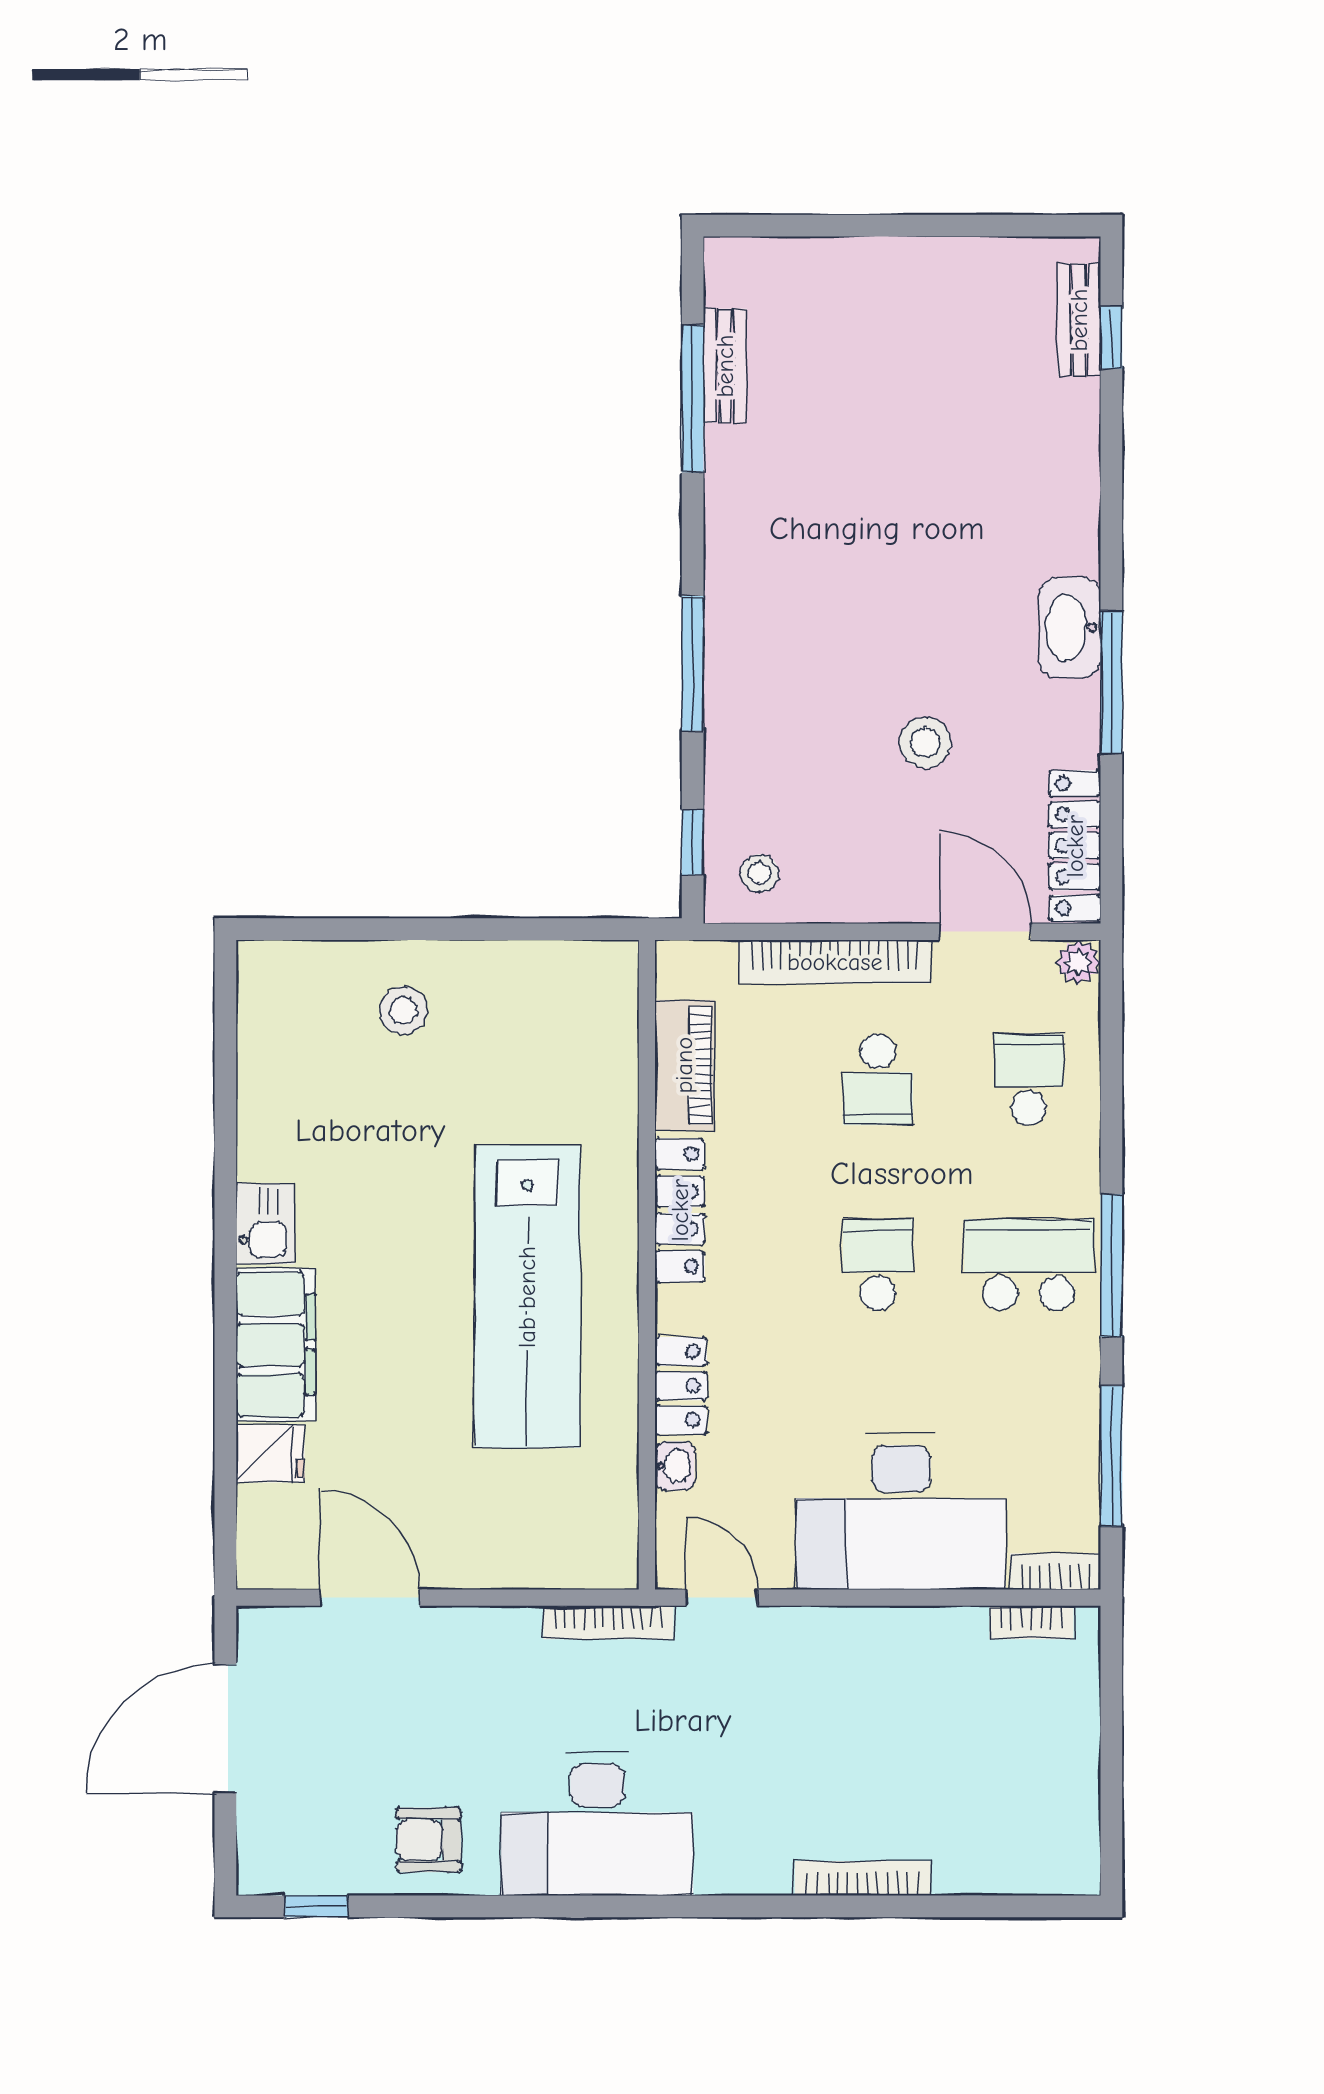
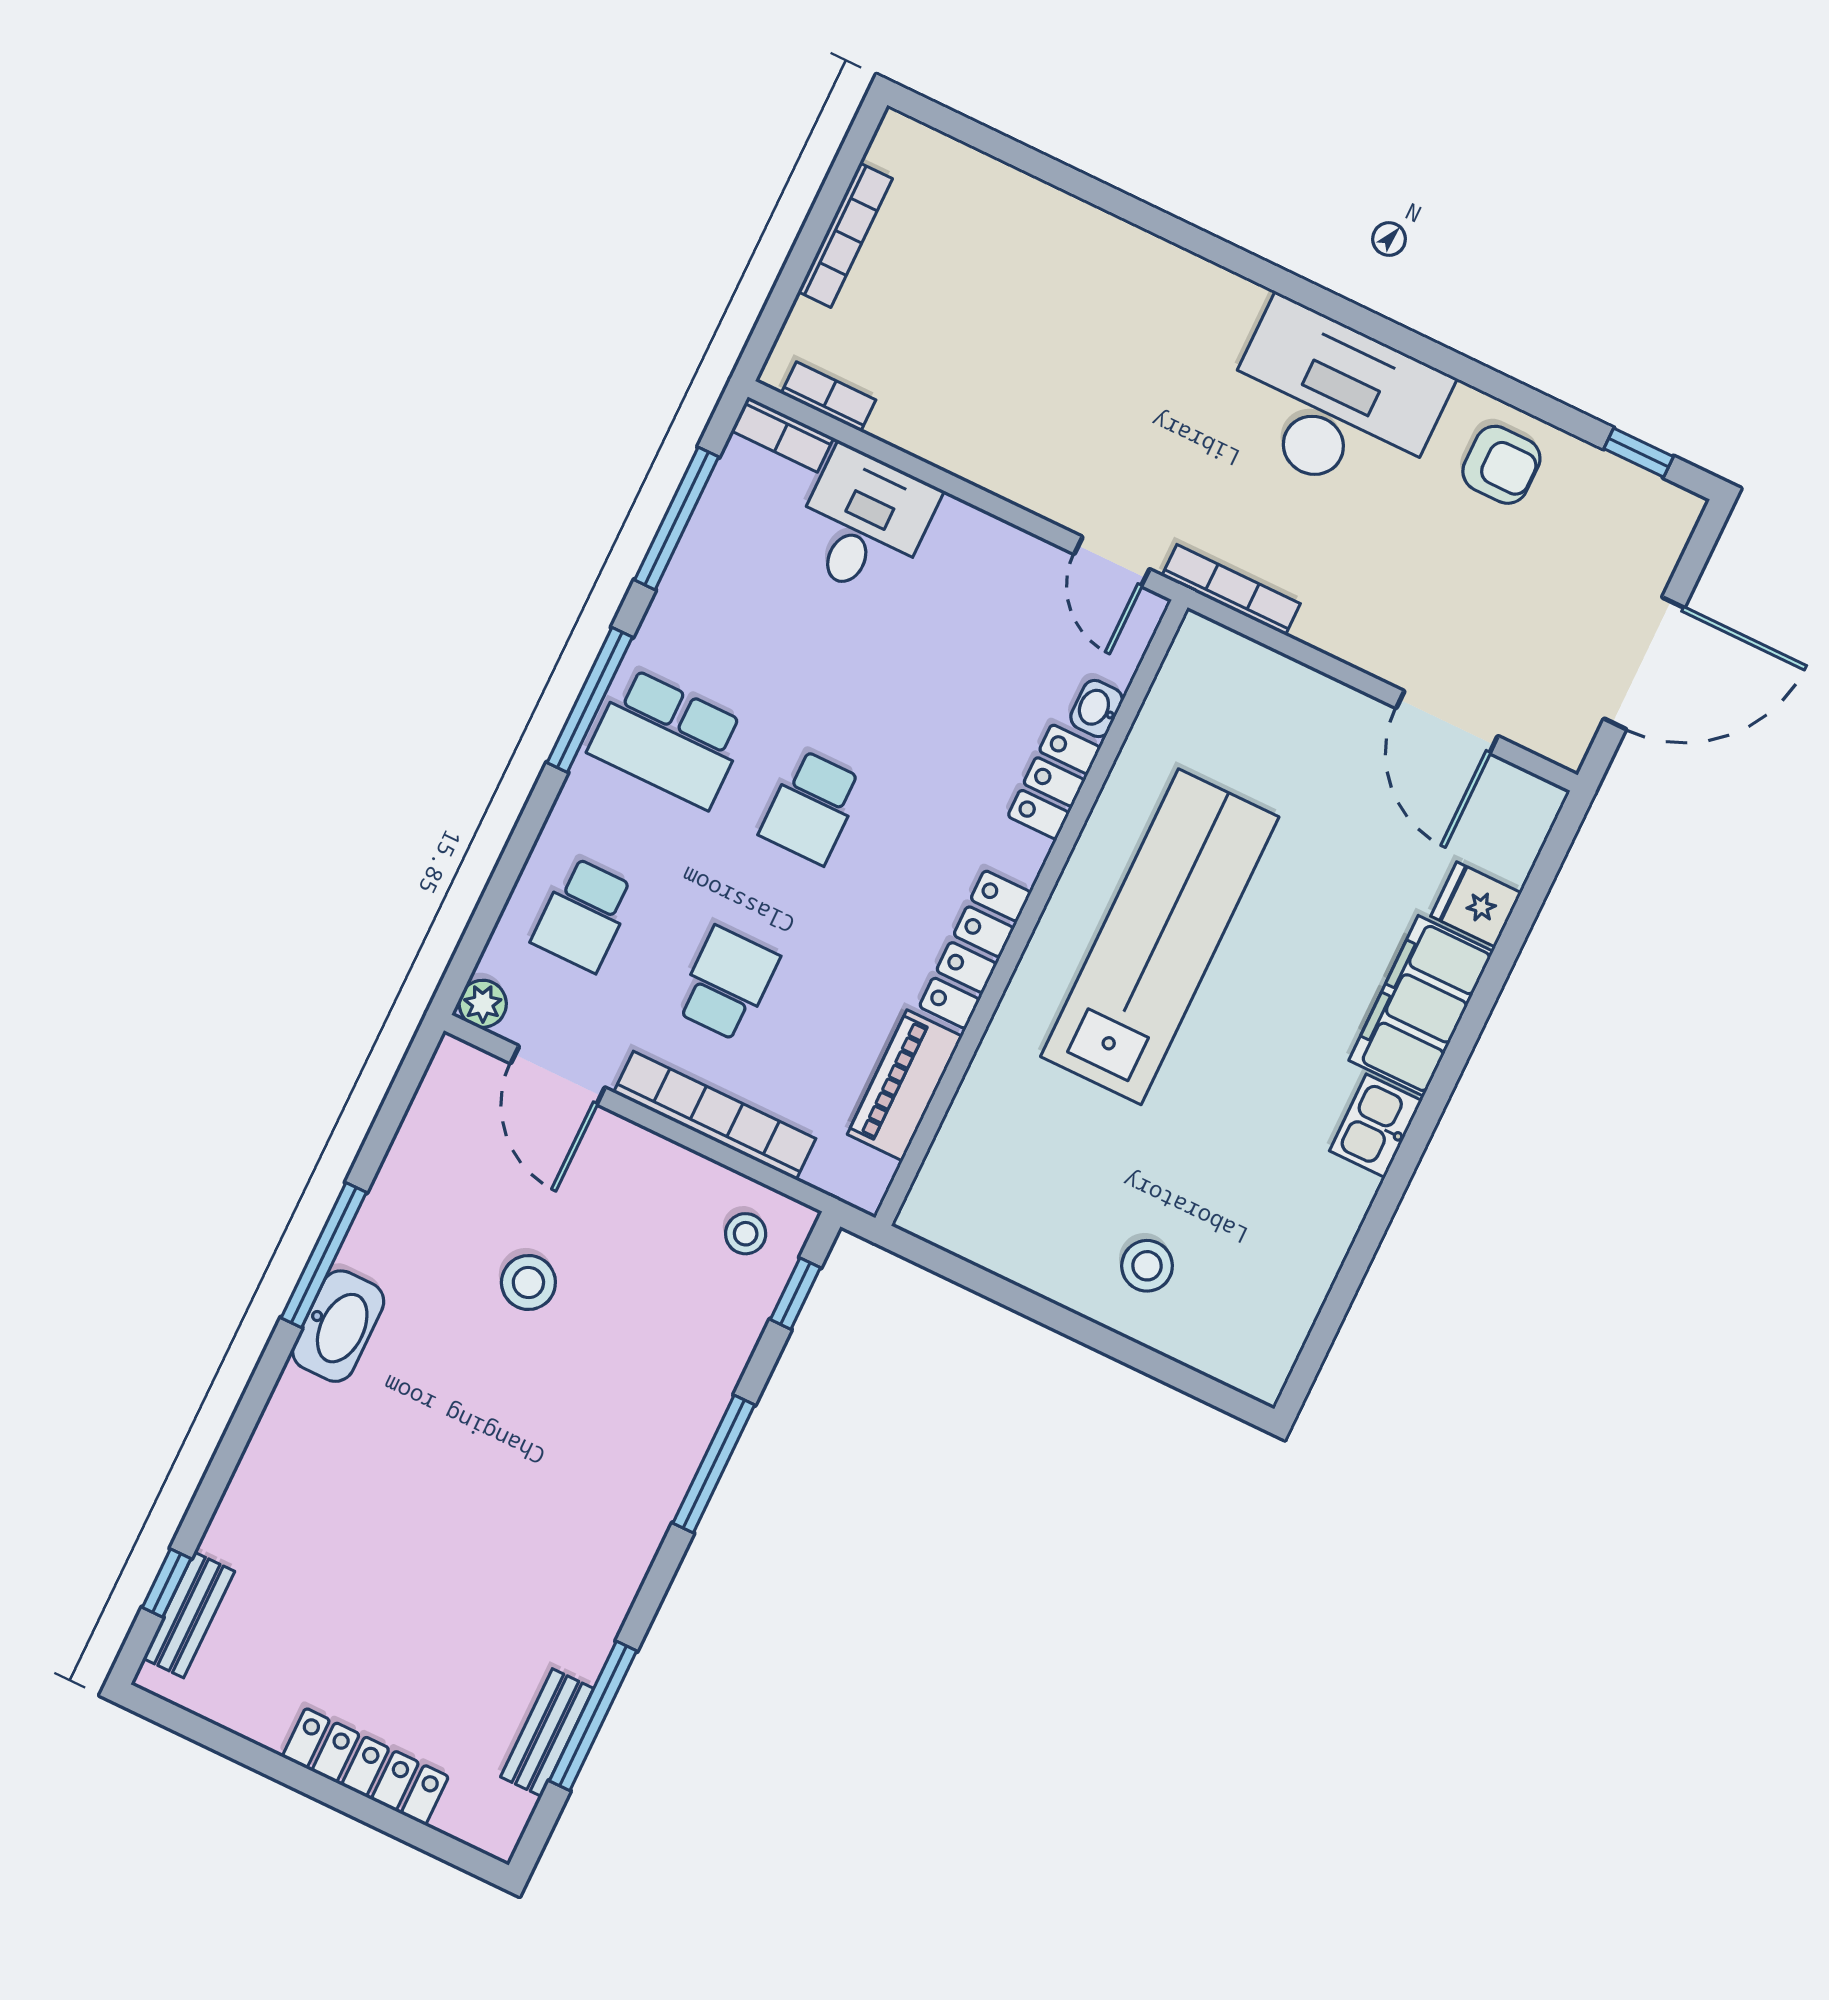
locker: (1075, 846) -> (365, 1767), moved, turned -90
desk: (901, 1511) -> (864, 523), width x0.53, depth x0.77
bookcase: (863, 1878) -> (845, 235), moved, turned -90

